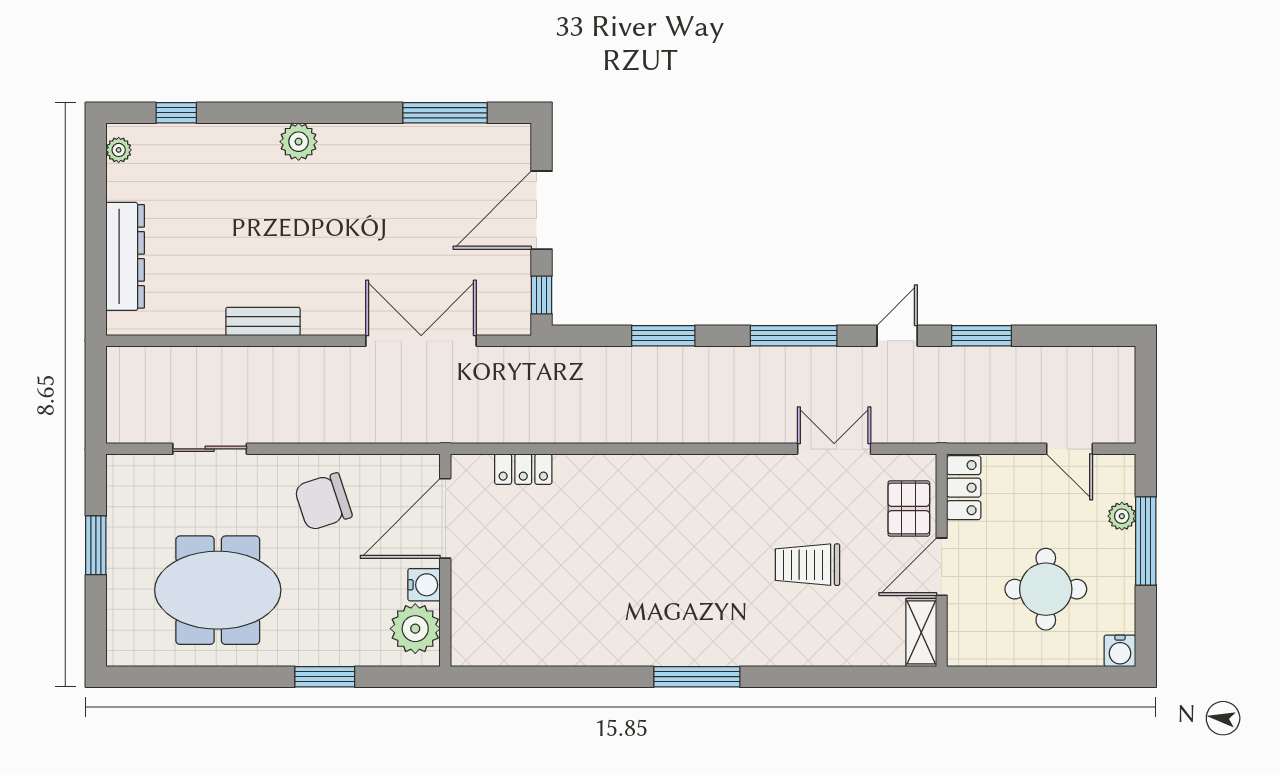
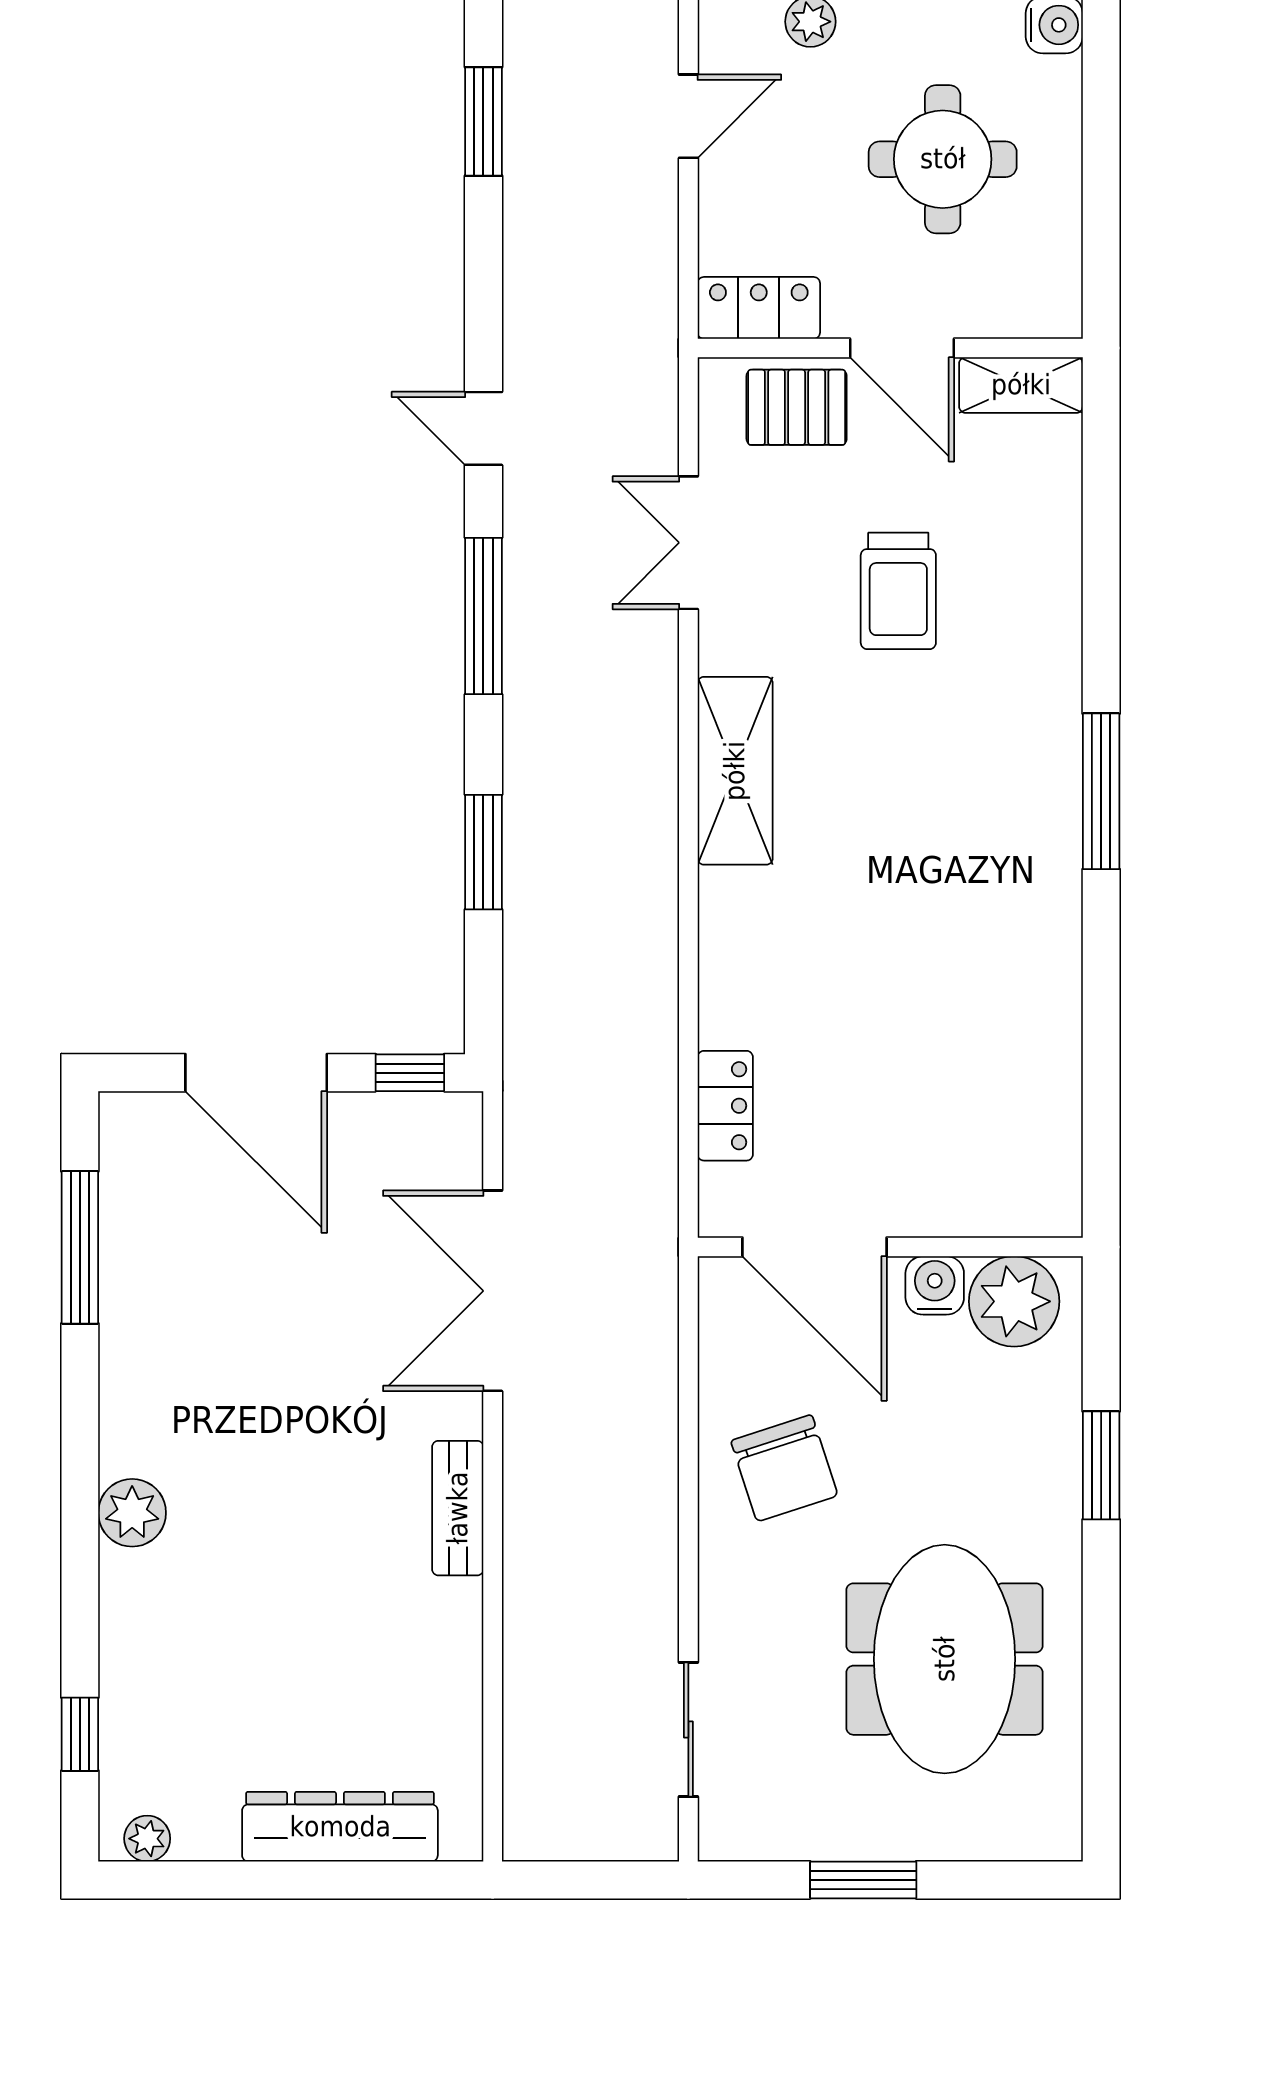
bench: (263, 321) -> (458, 1508), moved
window: (981, 336) -> (483, 121), moved
sliding door: (210, 449) -> (688, 1729), moved
shelving: (708, 475) -> (735, 771), added

